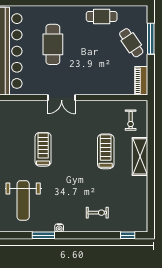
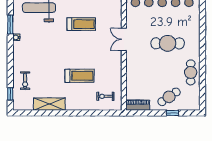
window: (151, 39) -> (172, 113), width x0.46
cafe table: (53, 44) -> (168, 43), moved
shelving: (140, 156) -> (49, 104), moved
exercise bike: (97, 213) -> (25, 81), moved

